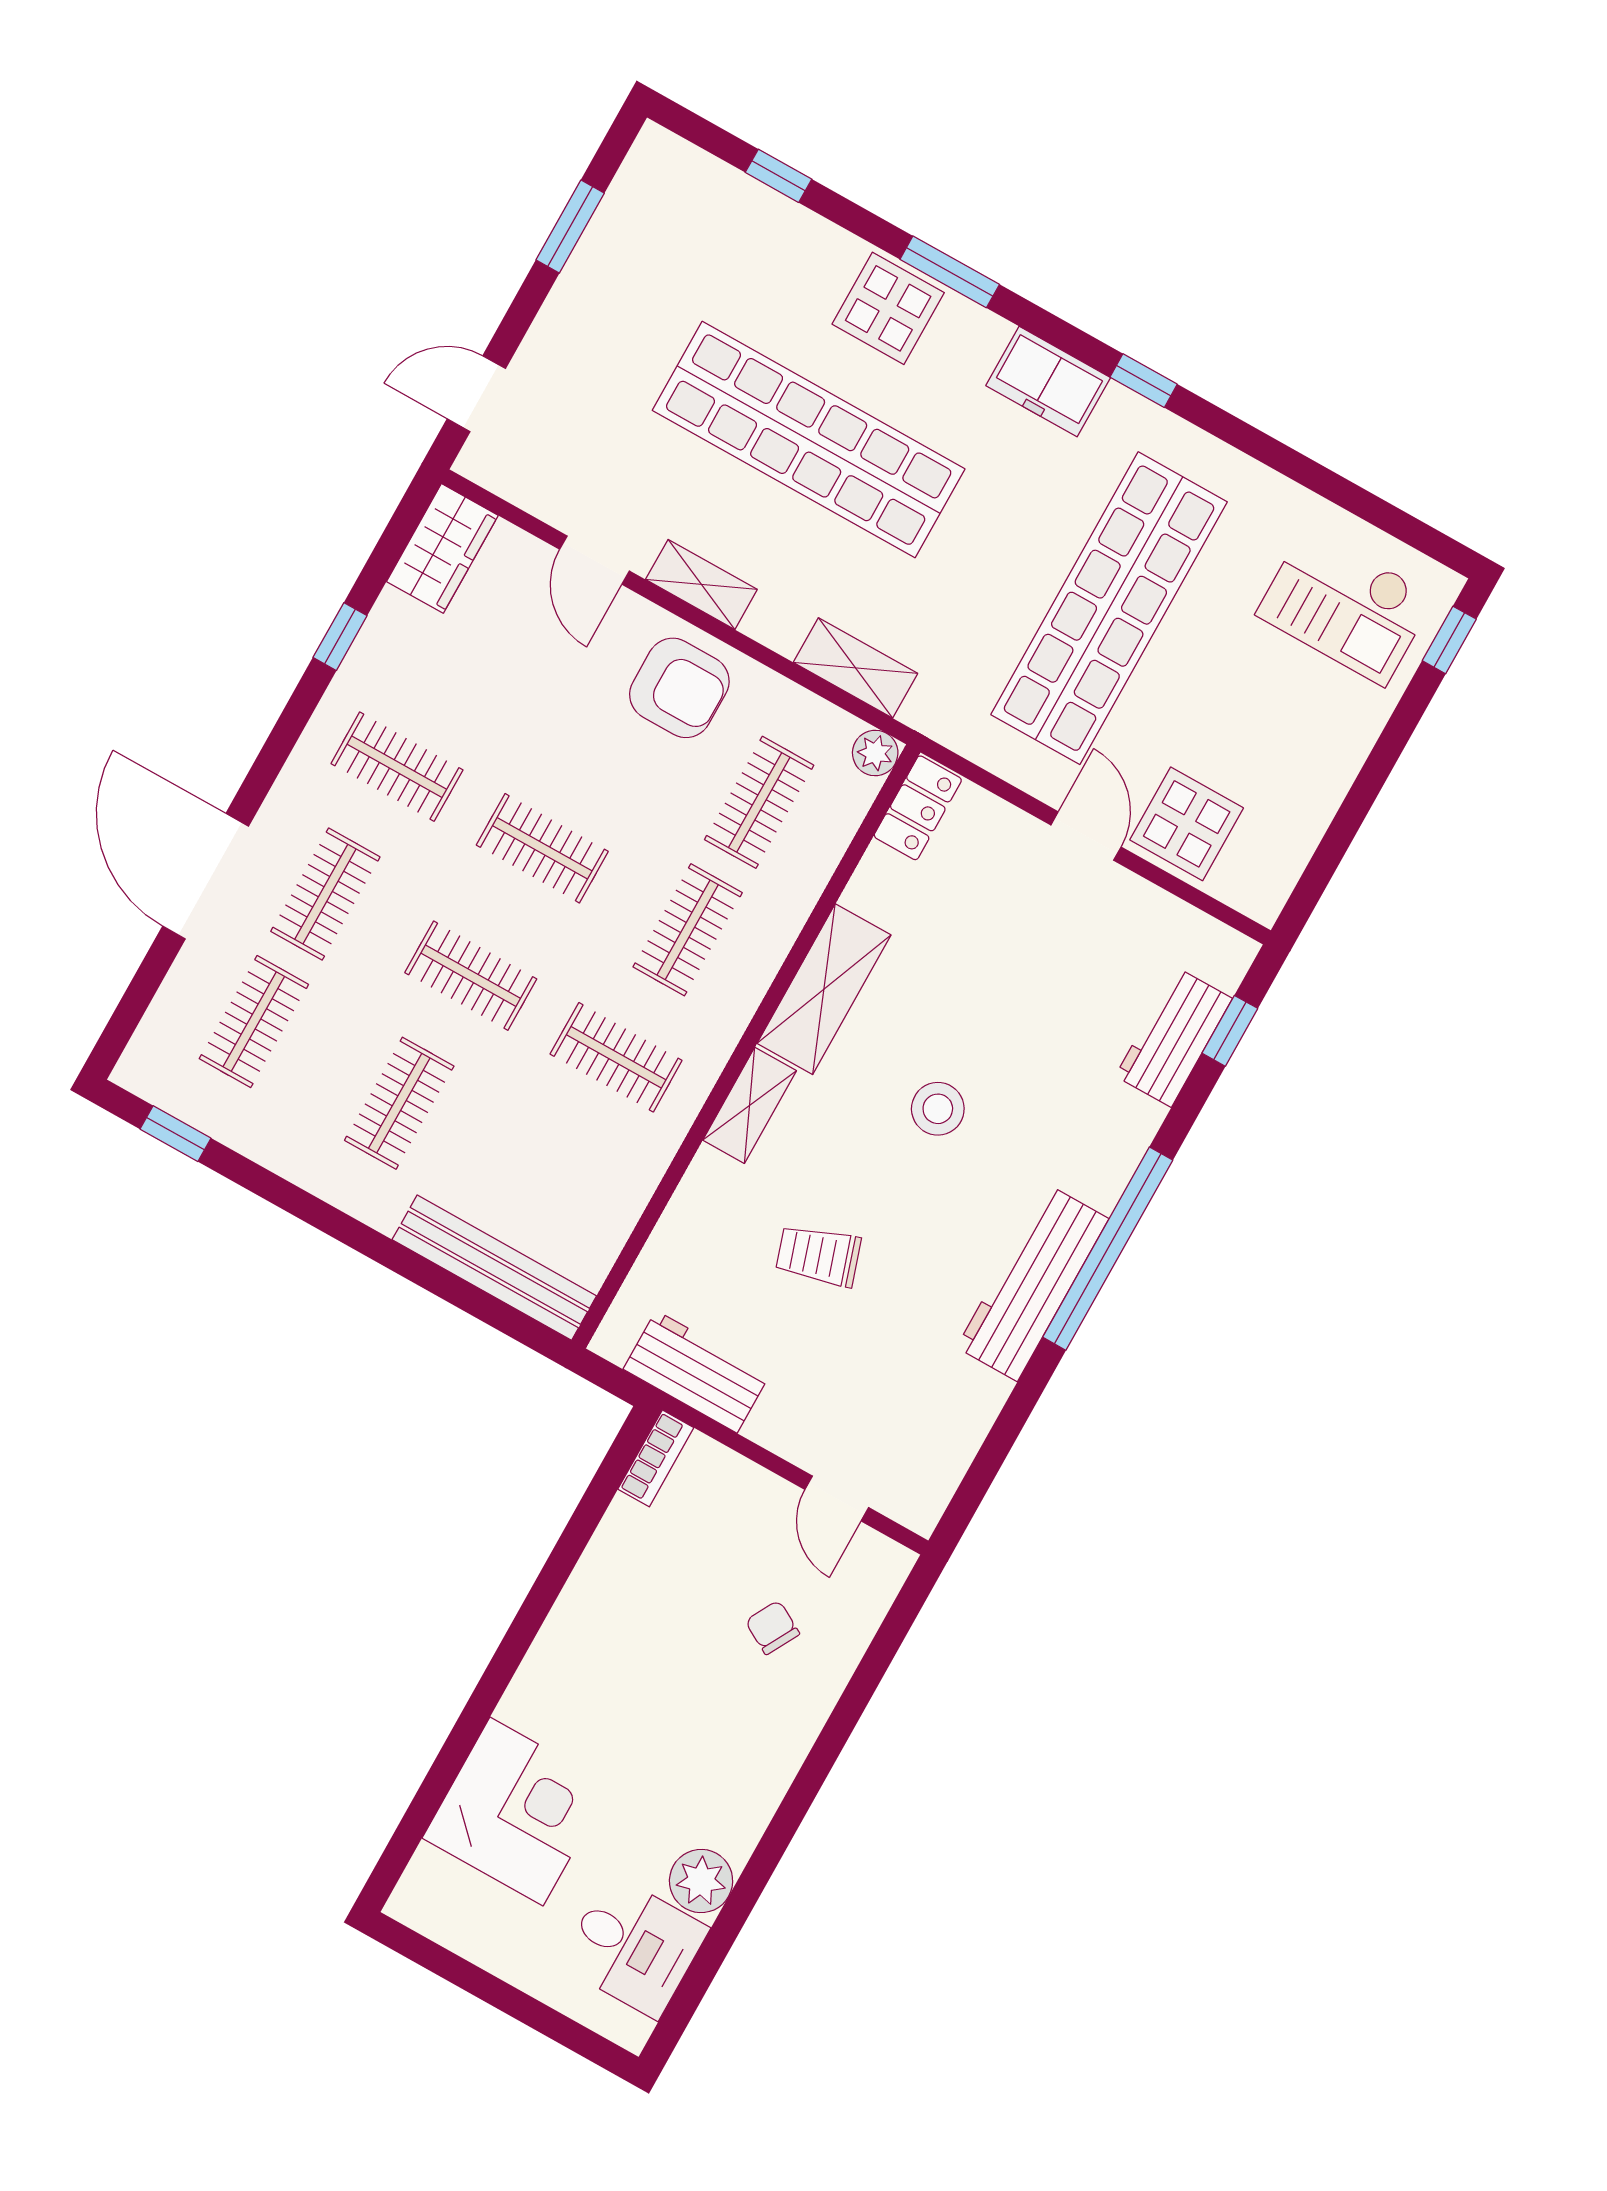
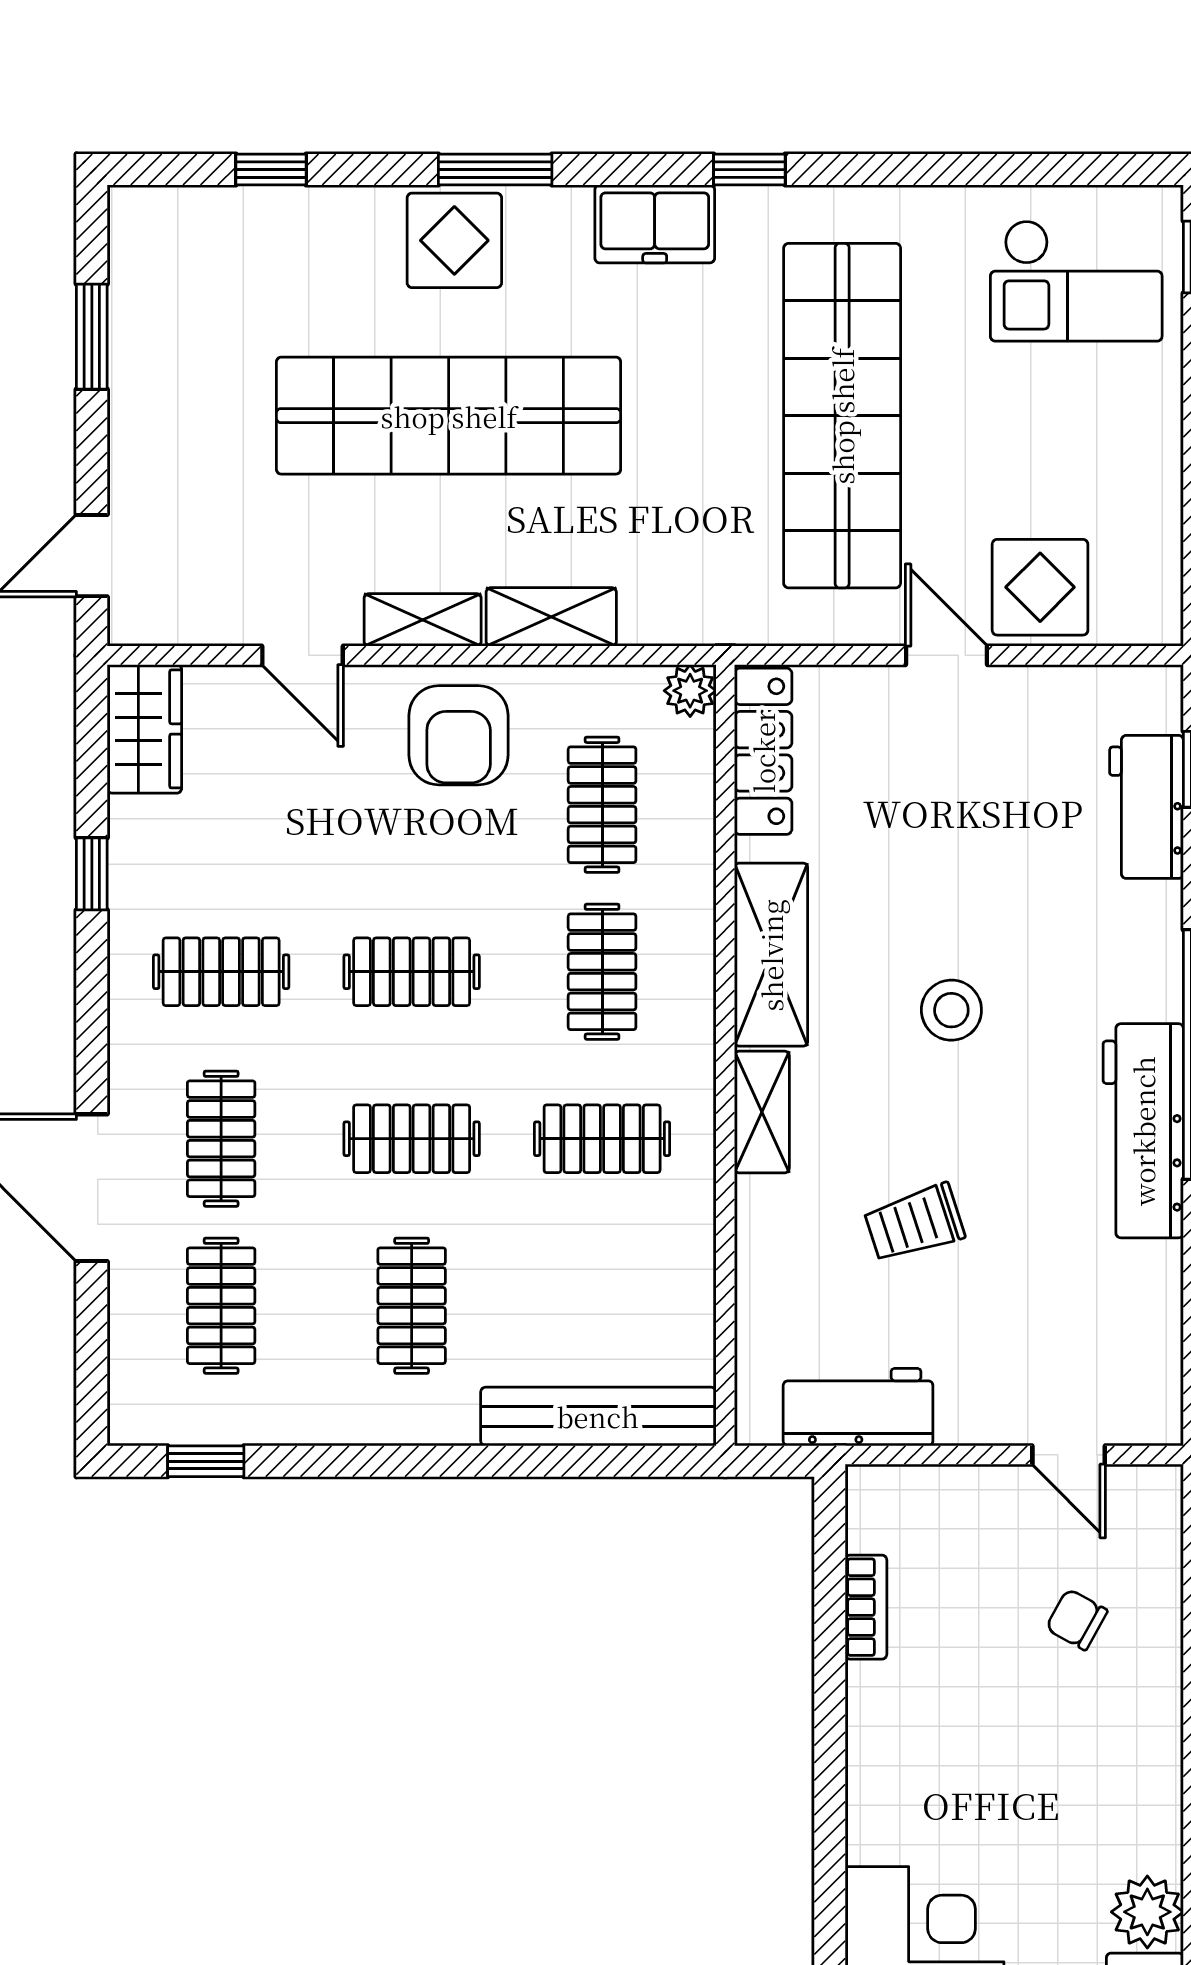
shelving: (855, 668) -> (551, 617), moved
armchair: (679, 688) -> (459, 735), turned 90
locker: (918, 808) -> (763, 751), width x1.53
bookcase: (656, 1458) -> (866, 1607), moved

